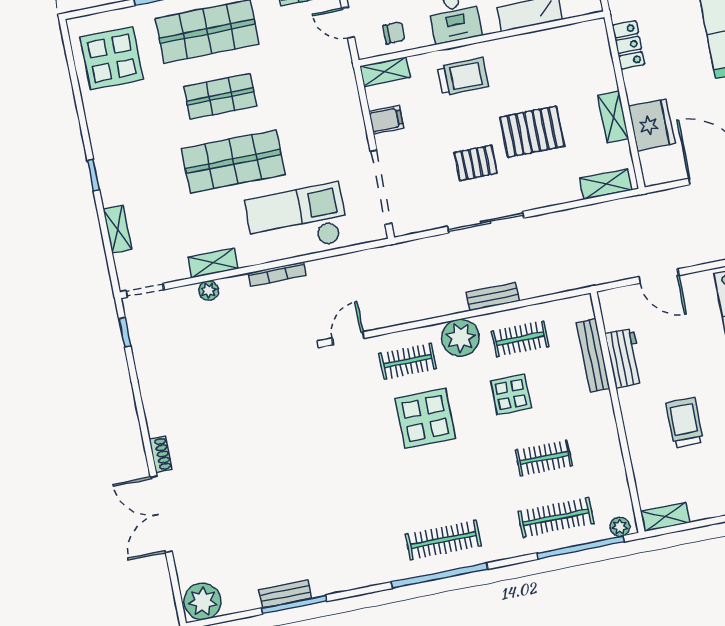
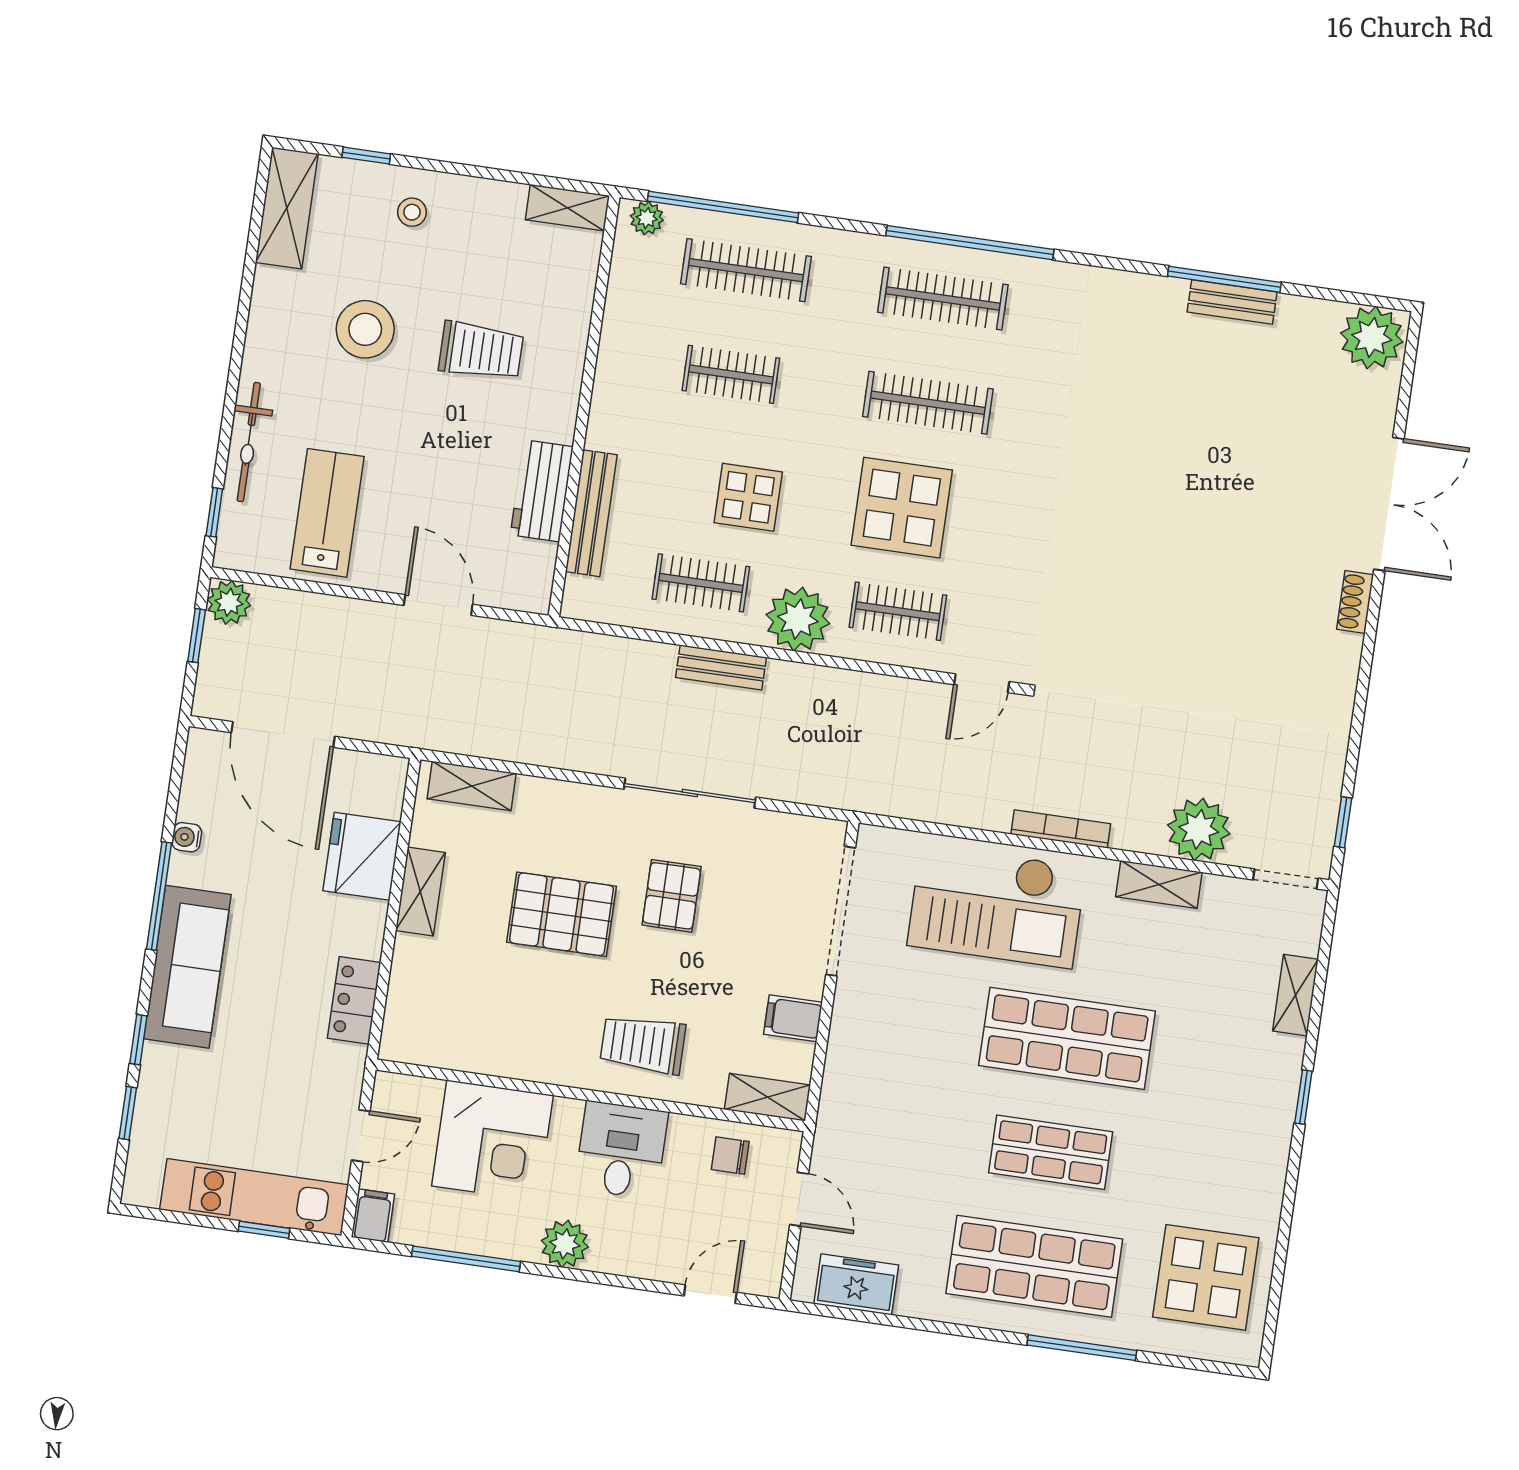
pallet: (476, 163) -> (672, 896), turned 90
plant: (209, 291) -> (1199, 829), width x1.87, depth x1.87
trolley: (684, 423) -> (481, 351), turned -90
clothes rail: (431, 480) -> (928, 403), added

